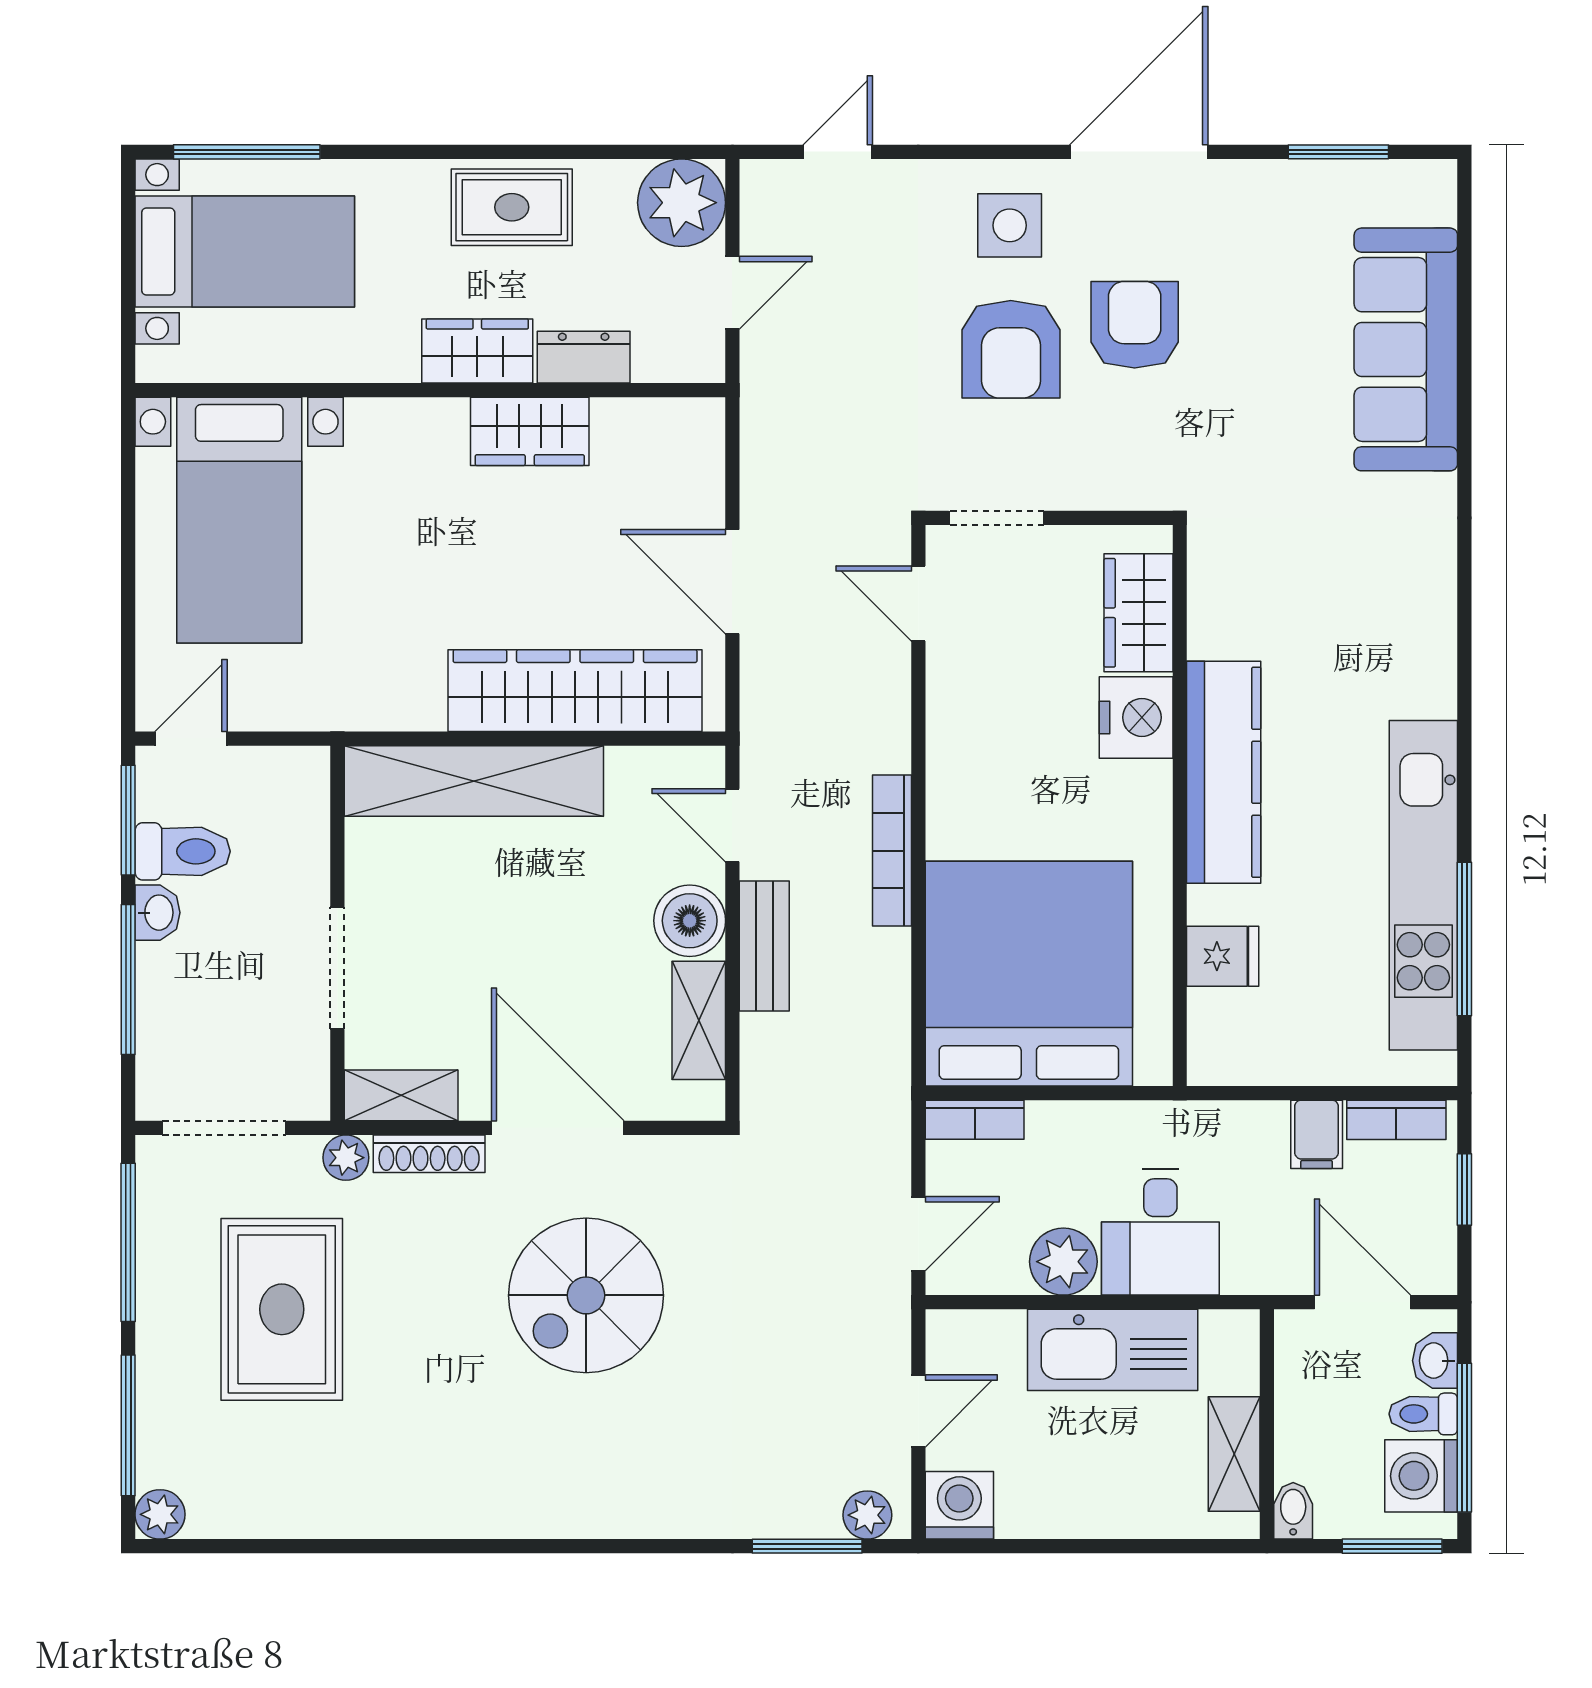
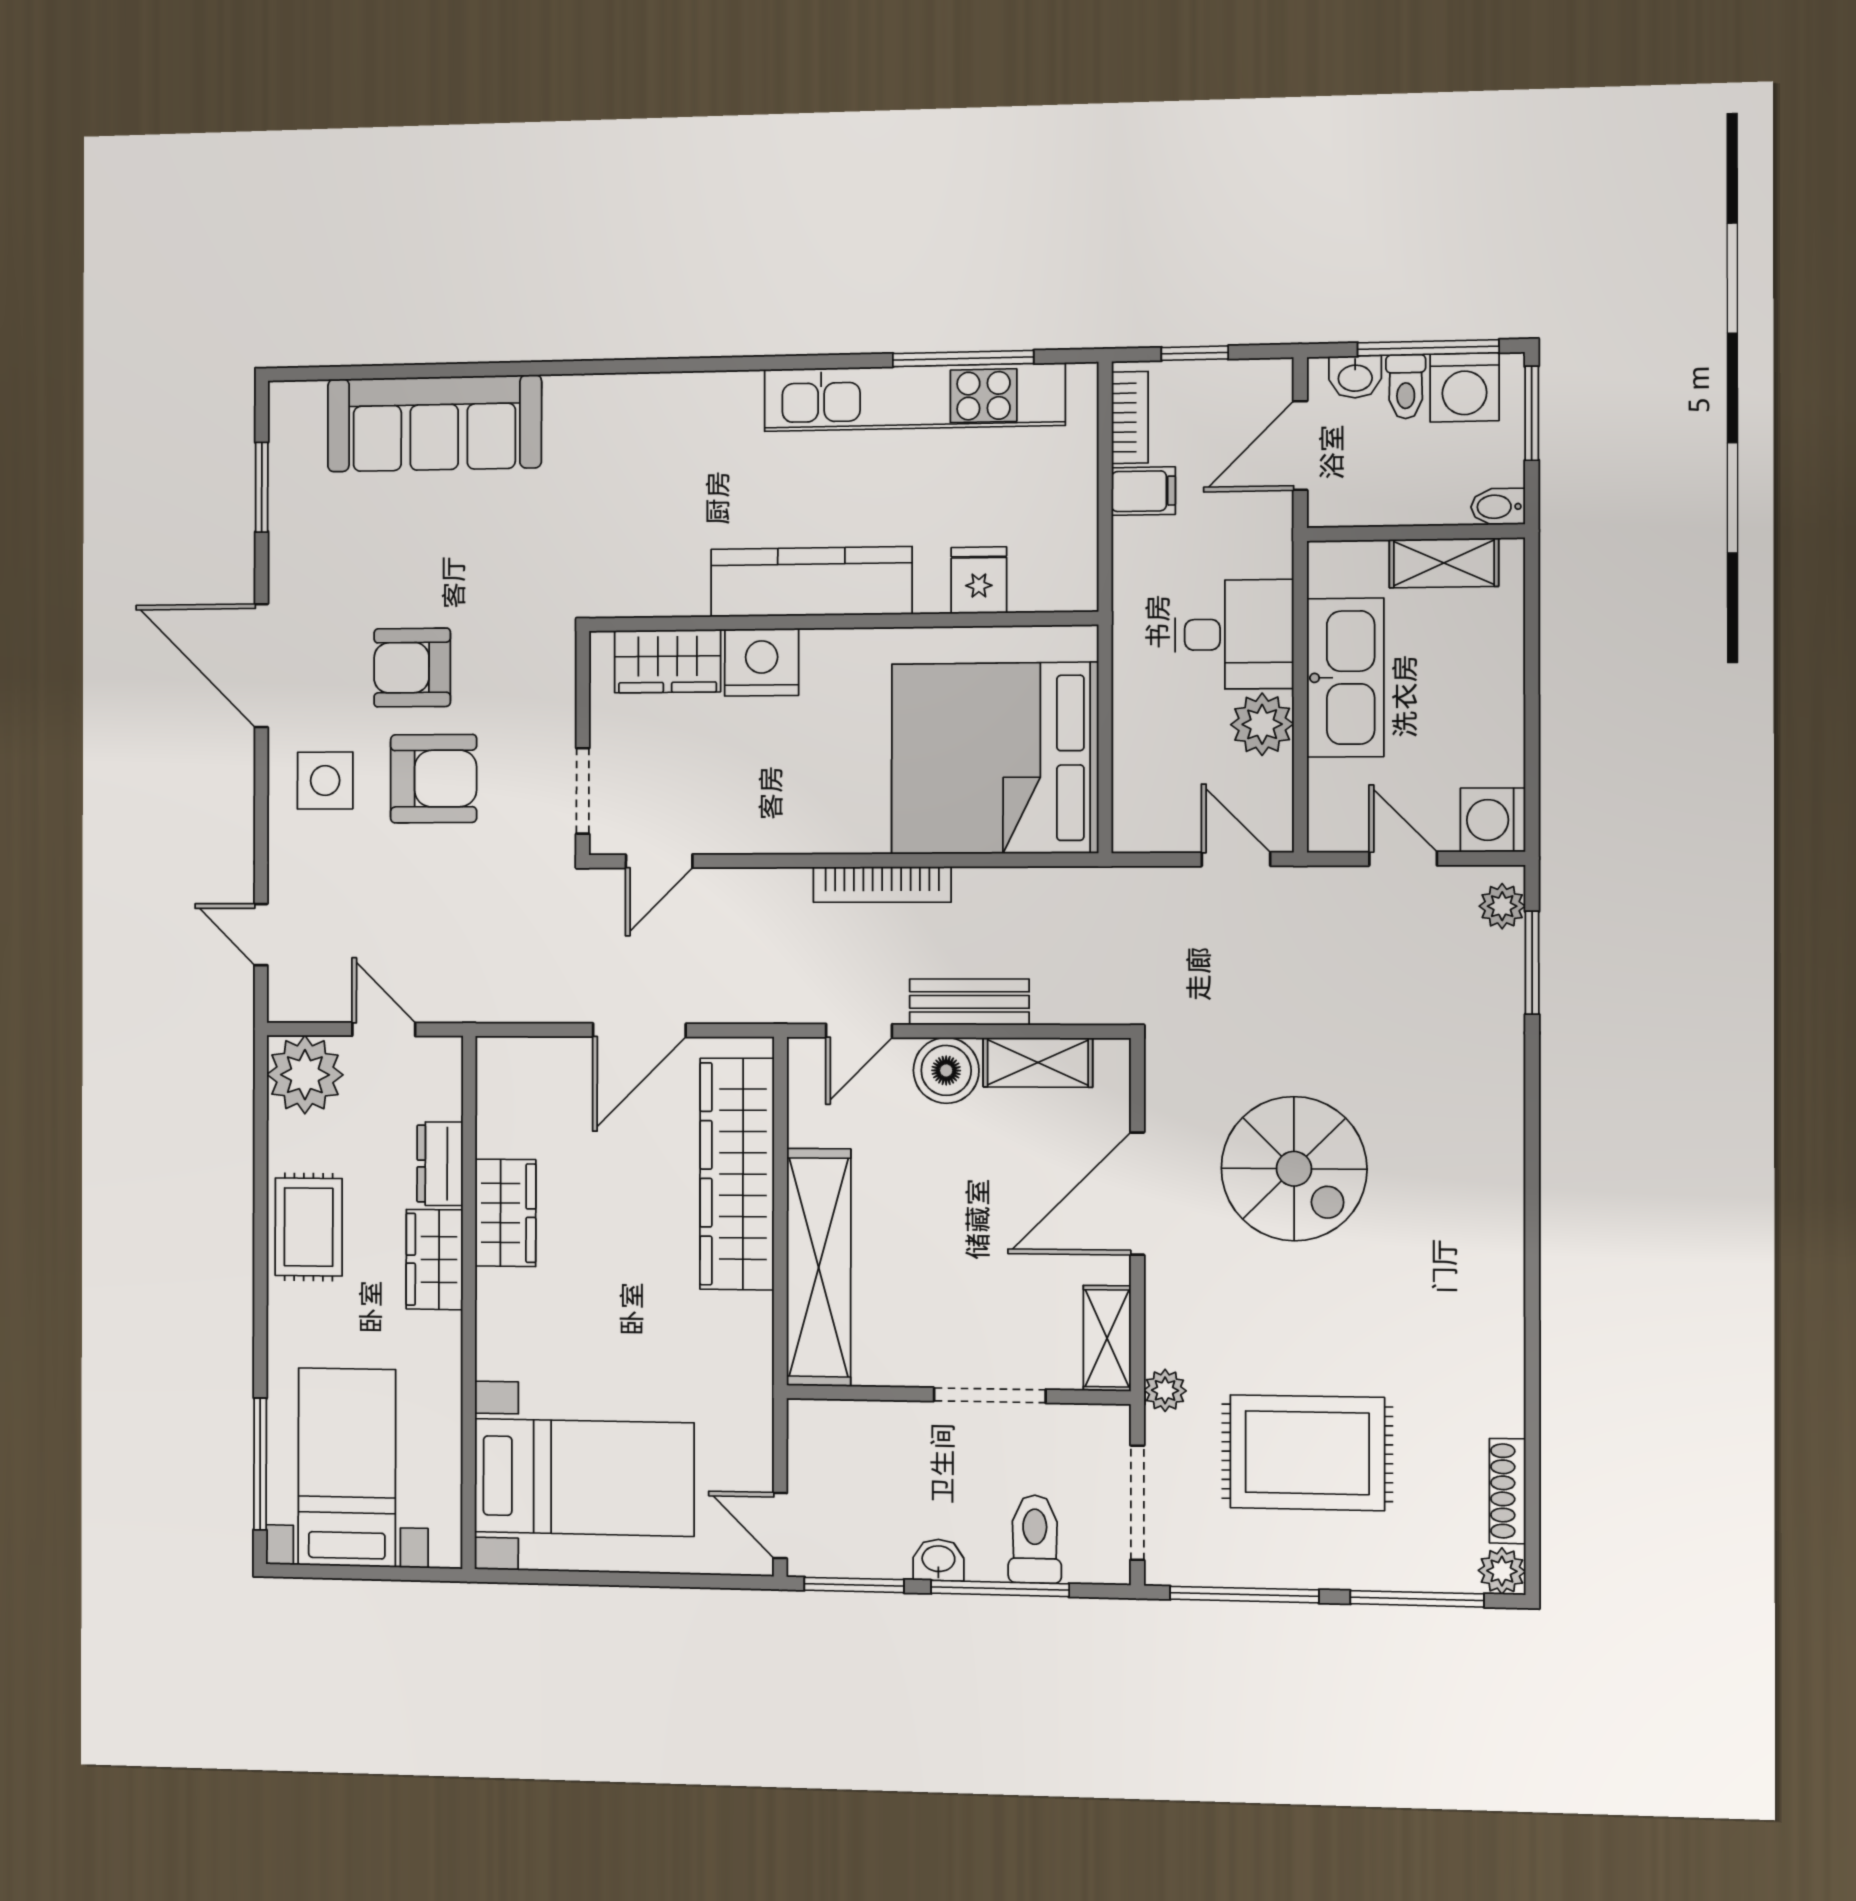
toilet: (183, 851) -> (1035, 1539), moved
bookcase: (975, 1120) -> (1130, 808), removed
shoe rack: (429, 1154) -> (1508, 1491), moved, turned 180

